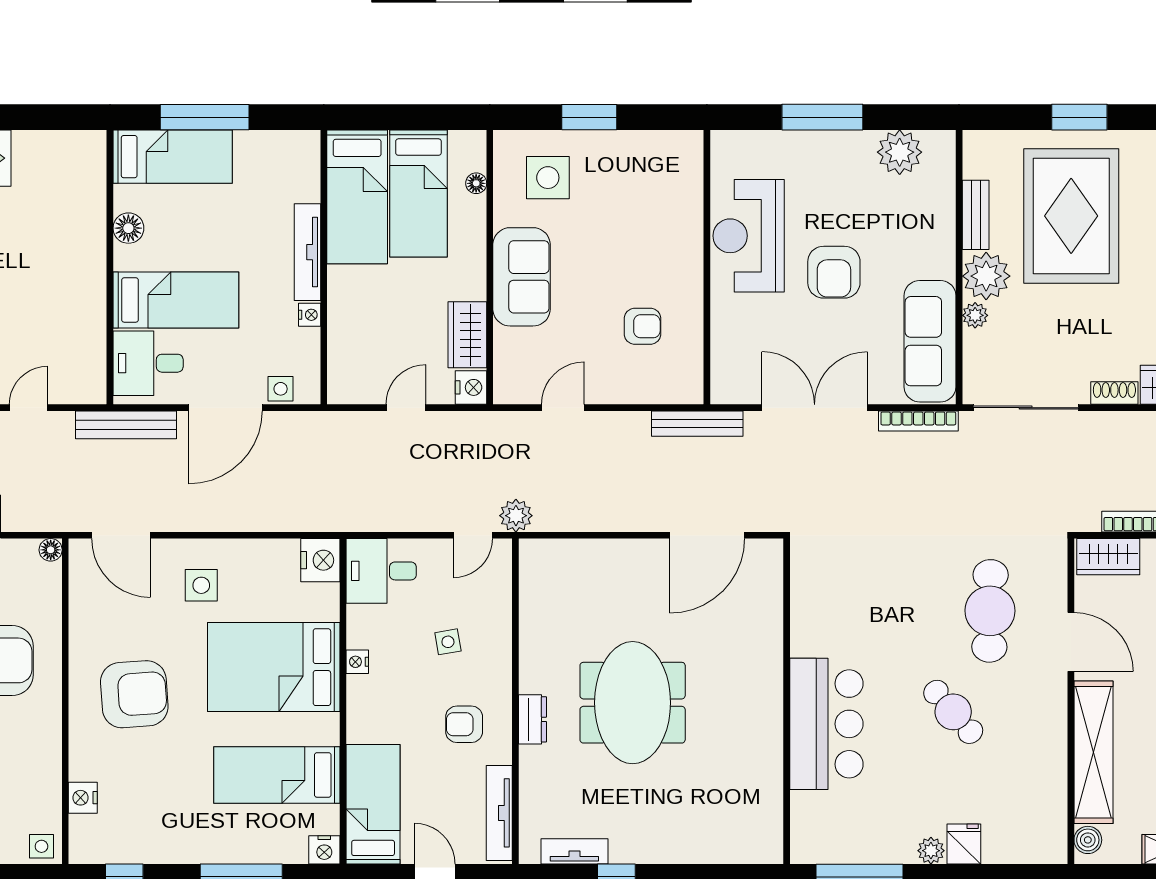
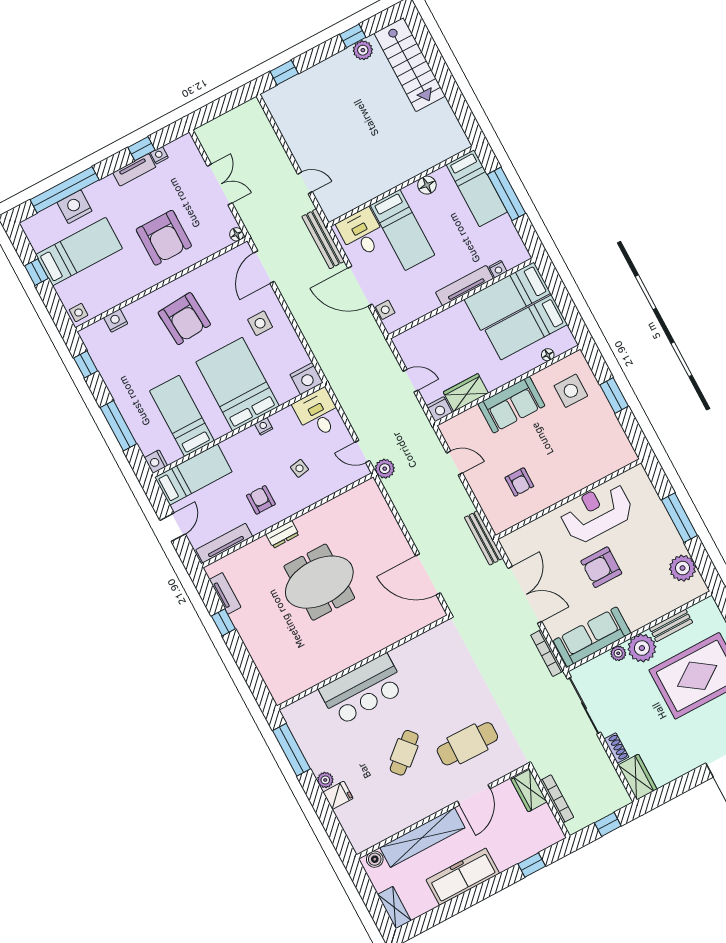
nightstand: (310, 315) -> (498, 269), moved

